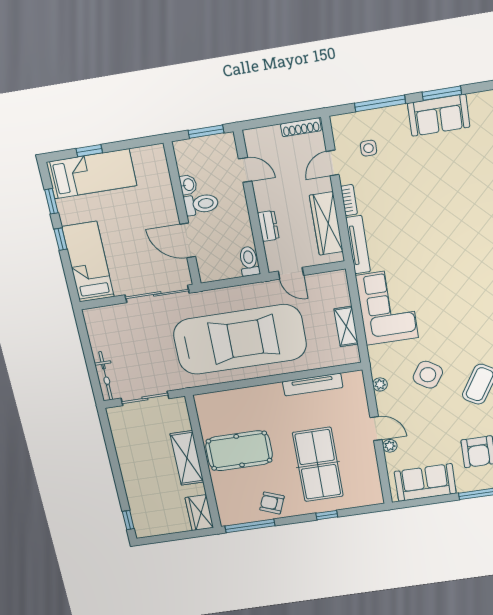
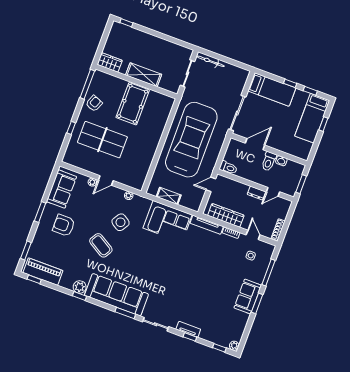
dresser: (268, 226) -> (256, 193), moved
car: (240, 340) -> (191, 140), turned 180
tv unit: (313, 385) -> (147, 162), removed

